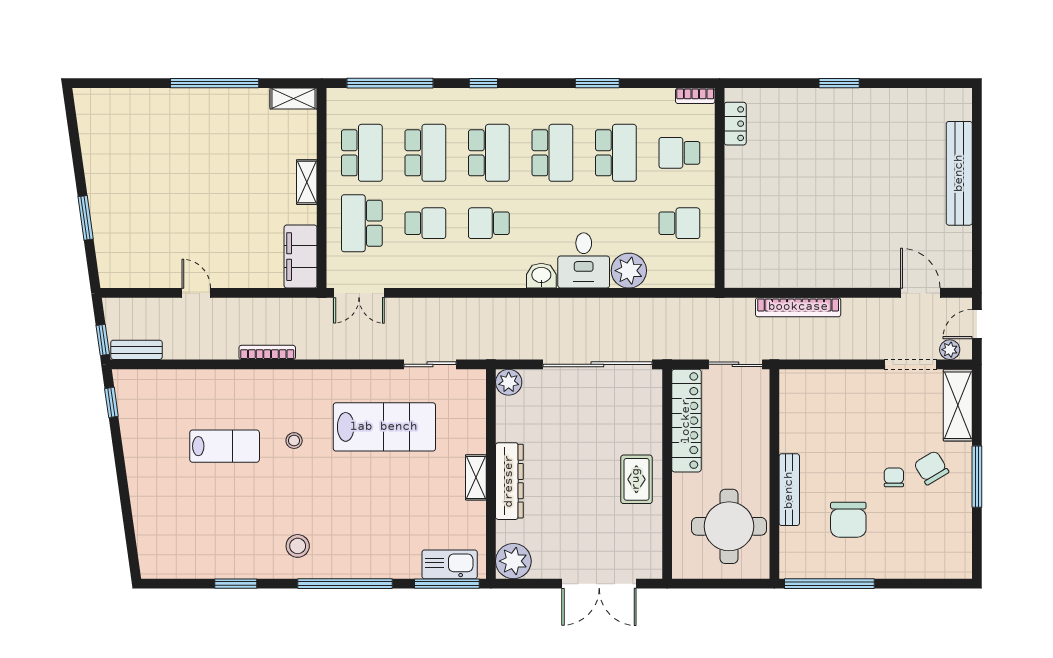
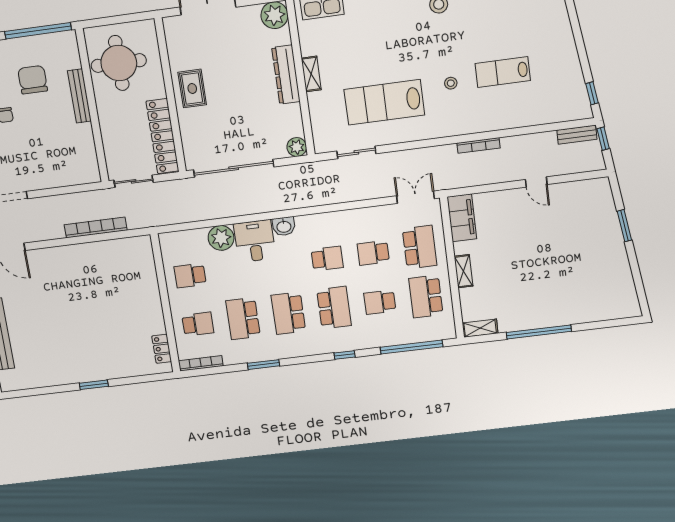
bookcase: (695, 96) -> (201, 363), width x1.56
school desk: (425, 153) -> (380, 302), width x0.54
school desk: (489, 153) -> (334, 308), turned 180

